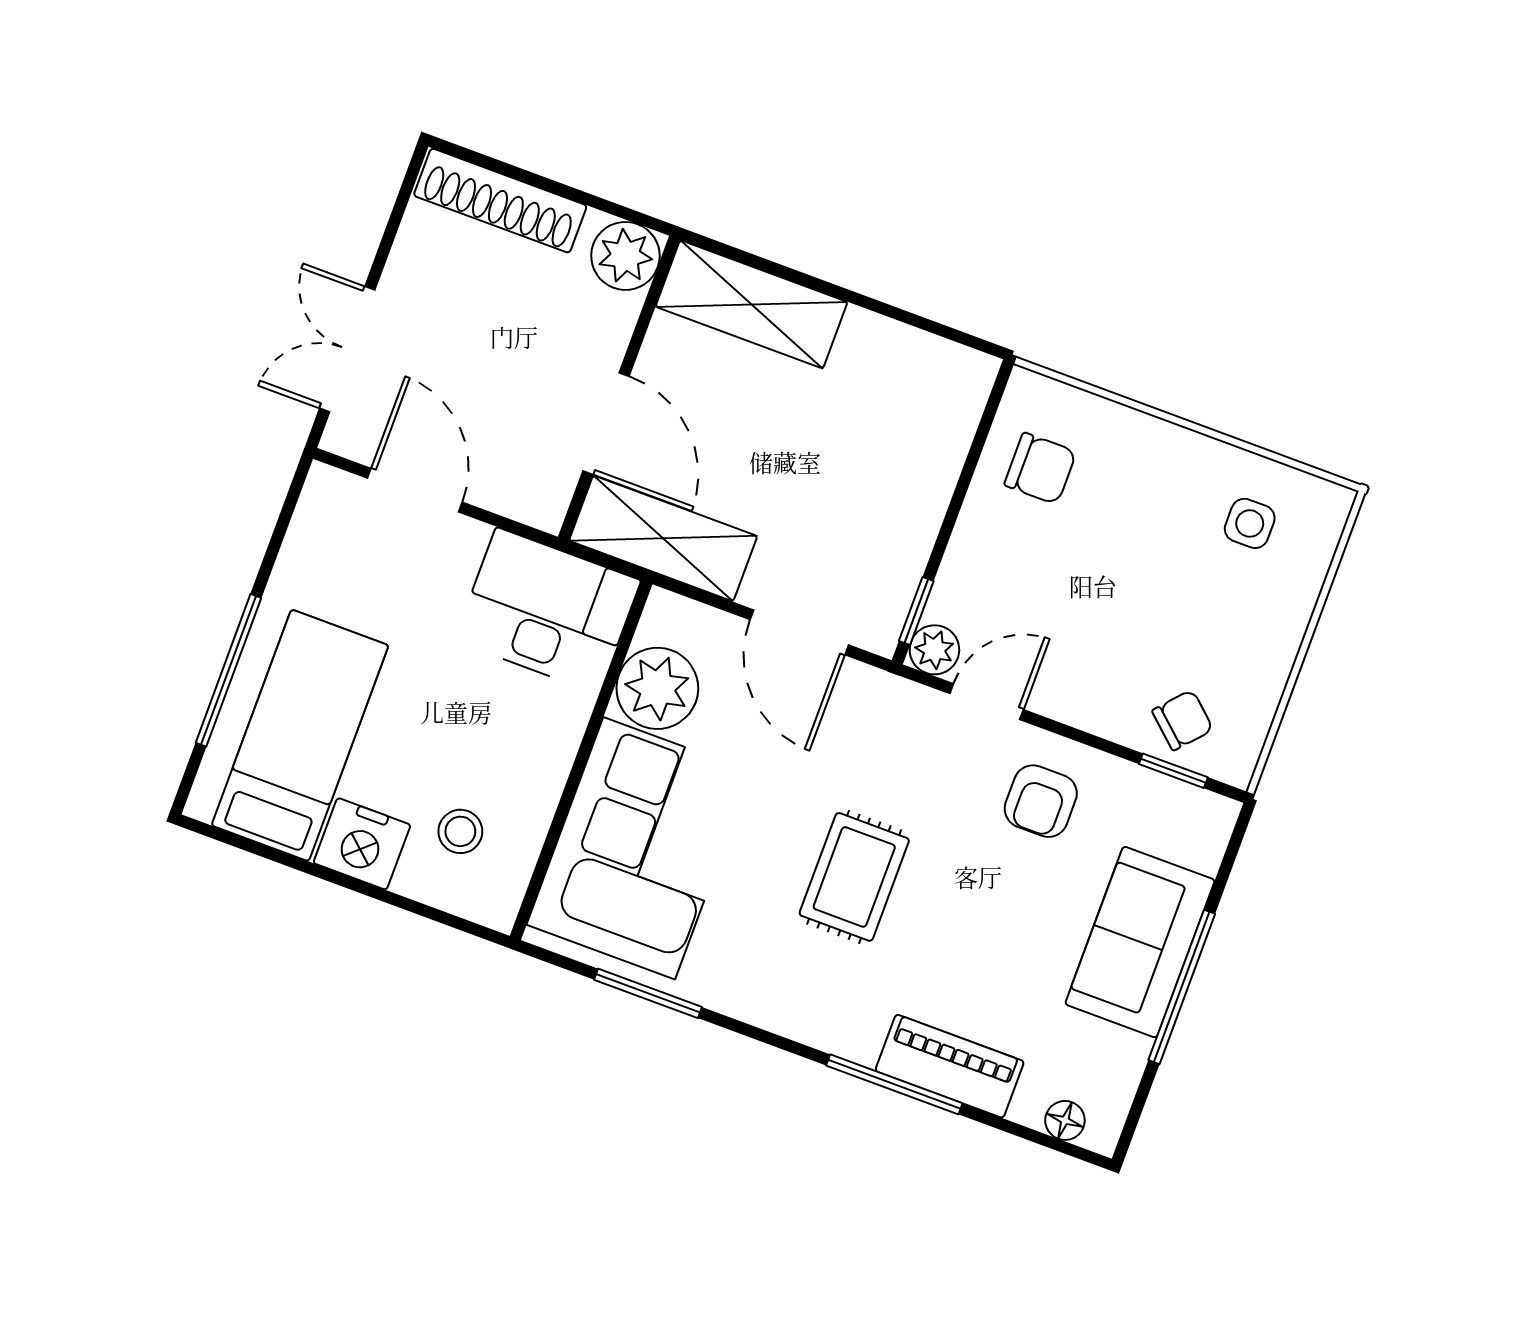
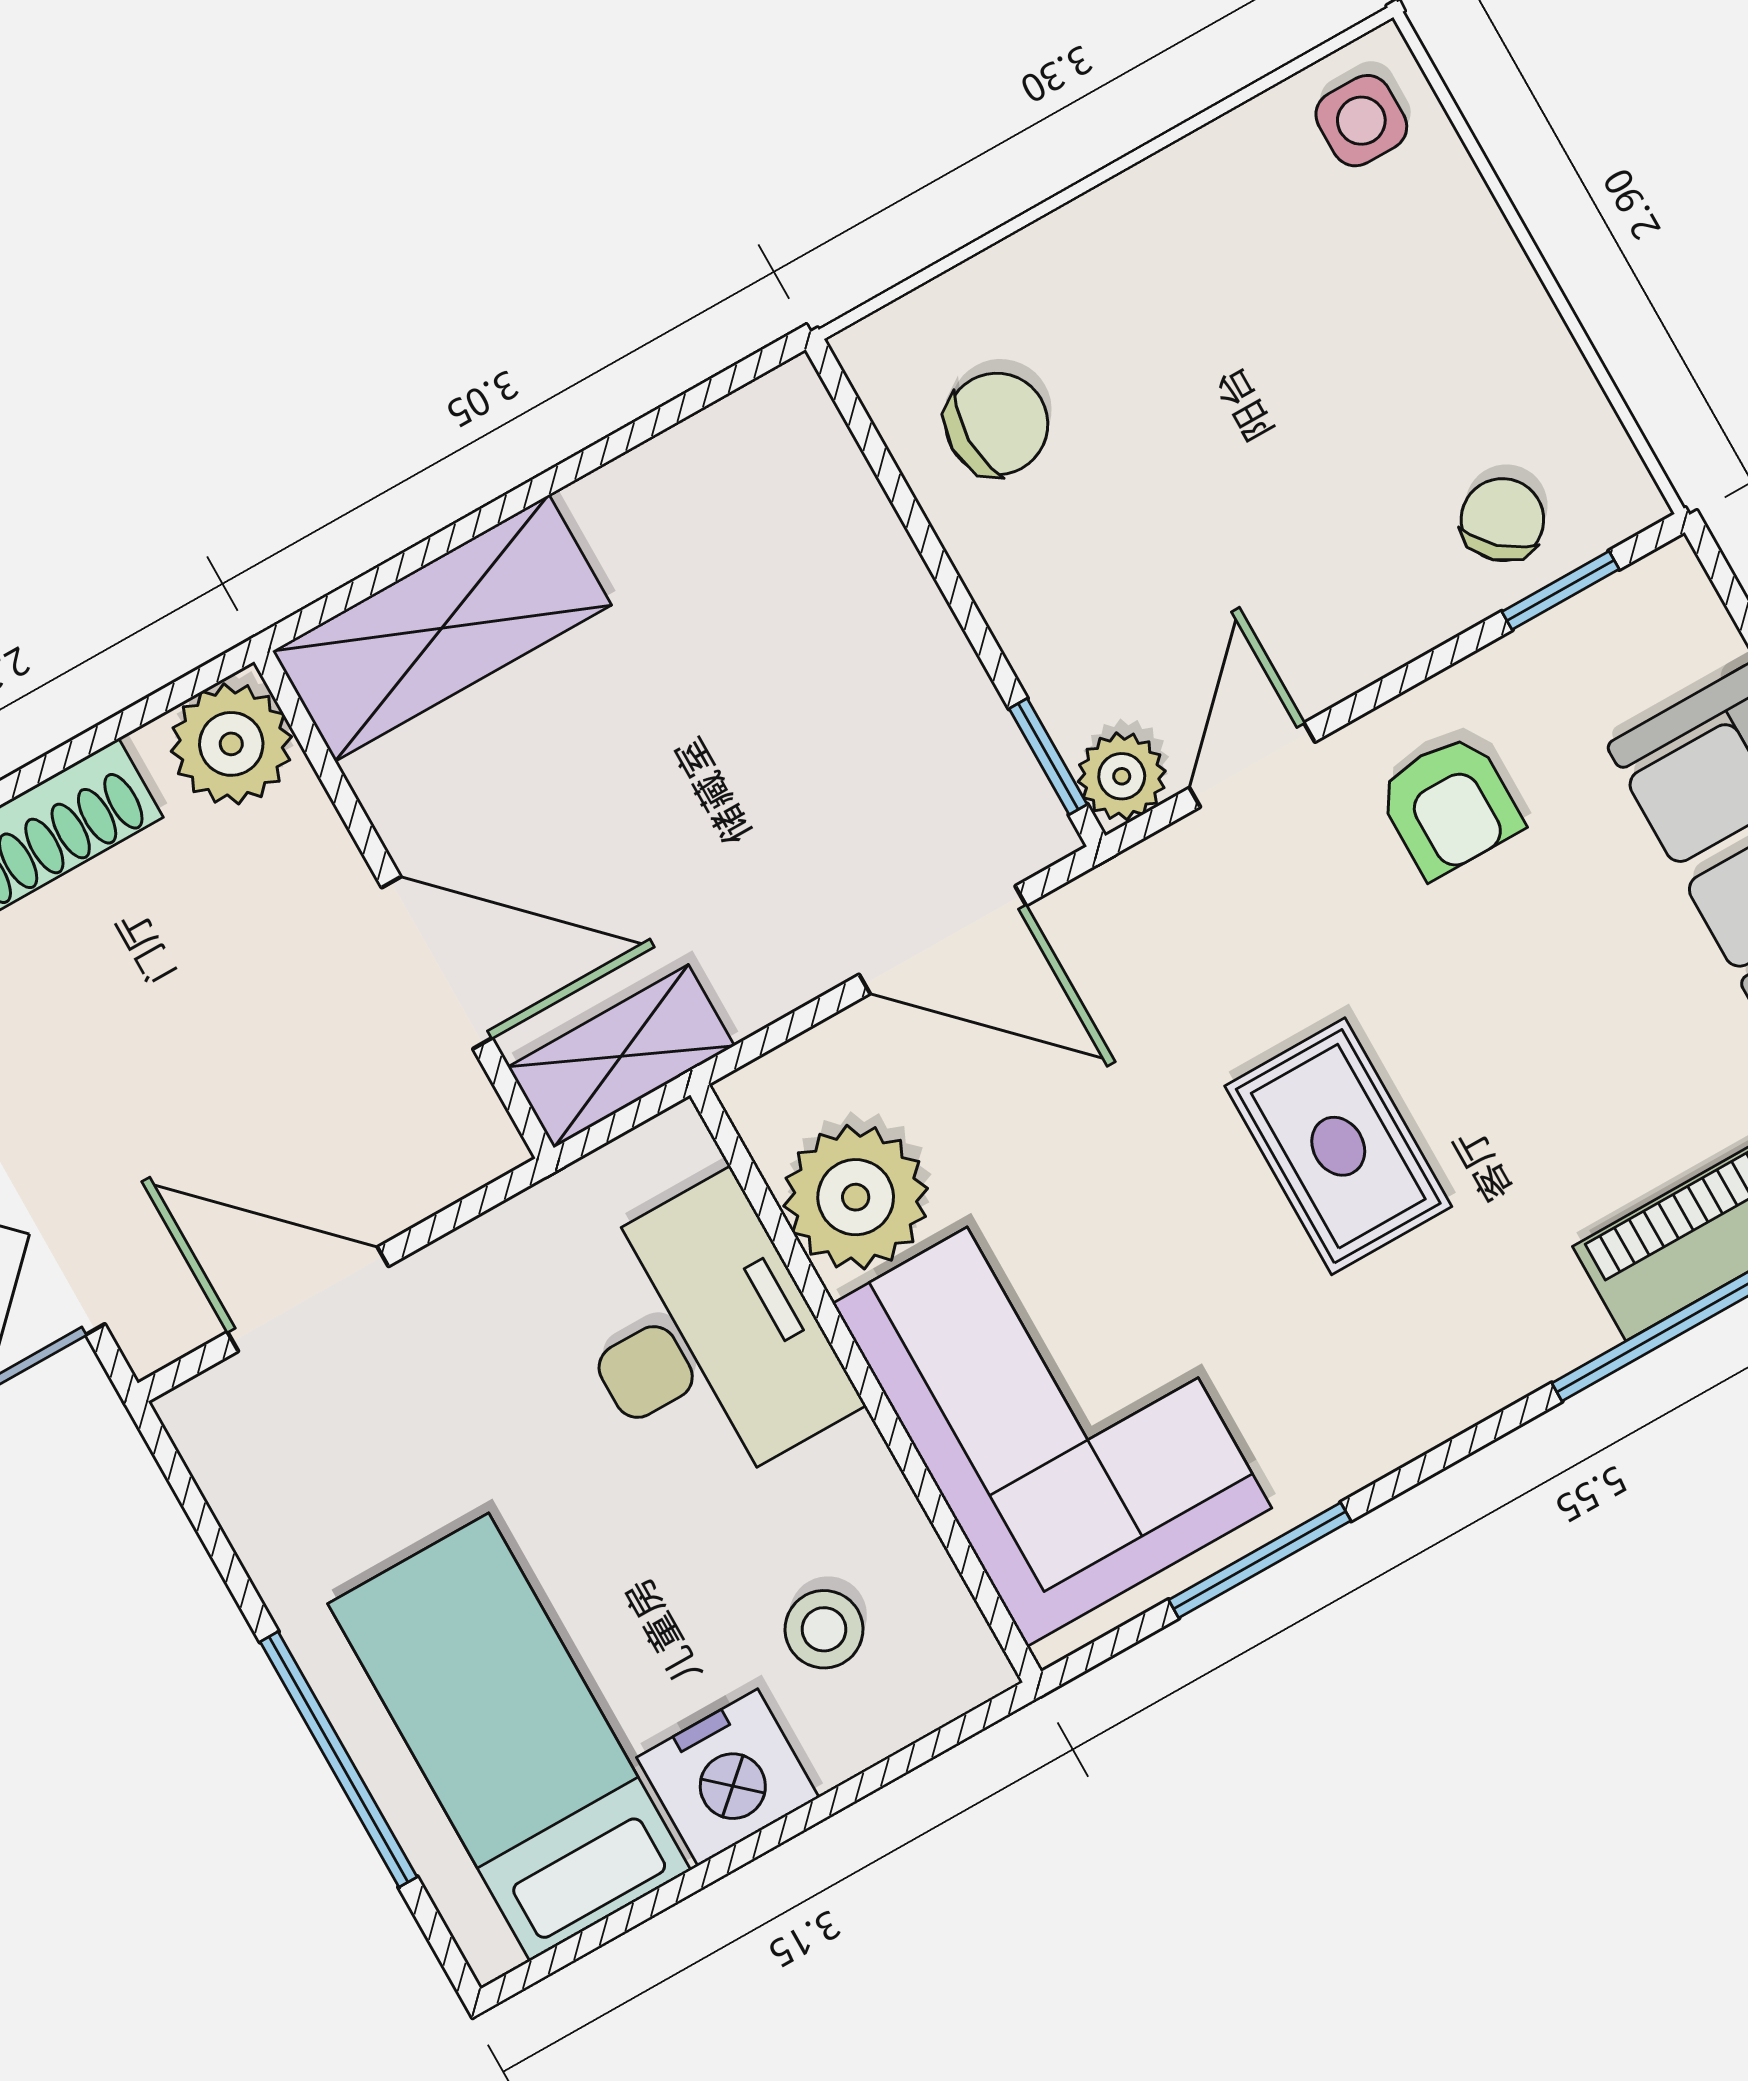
side table: (1250, 523) -> (1361, 121), moved
shelving: (663, 538) -> (621, 1056), width x0.67, depth x0.75
desk: (548, 610) -> (704, 1339), moved, turned 90

